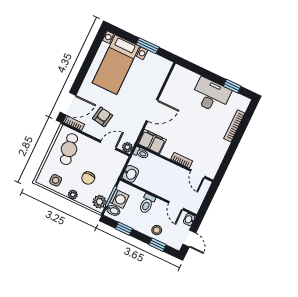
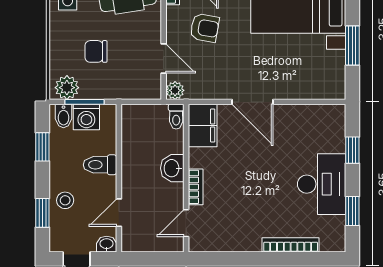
window: (201, 71) -> (352, 150), added
washbasin: (130, 174) -> (172, 168), moved, turned 90
plant: (73, 195) -> (58, 39), removed

